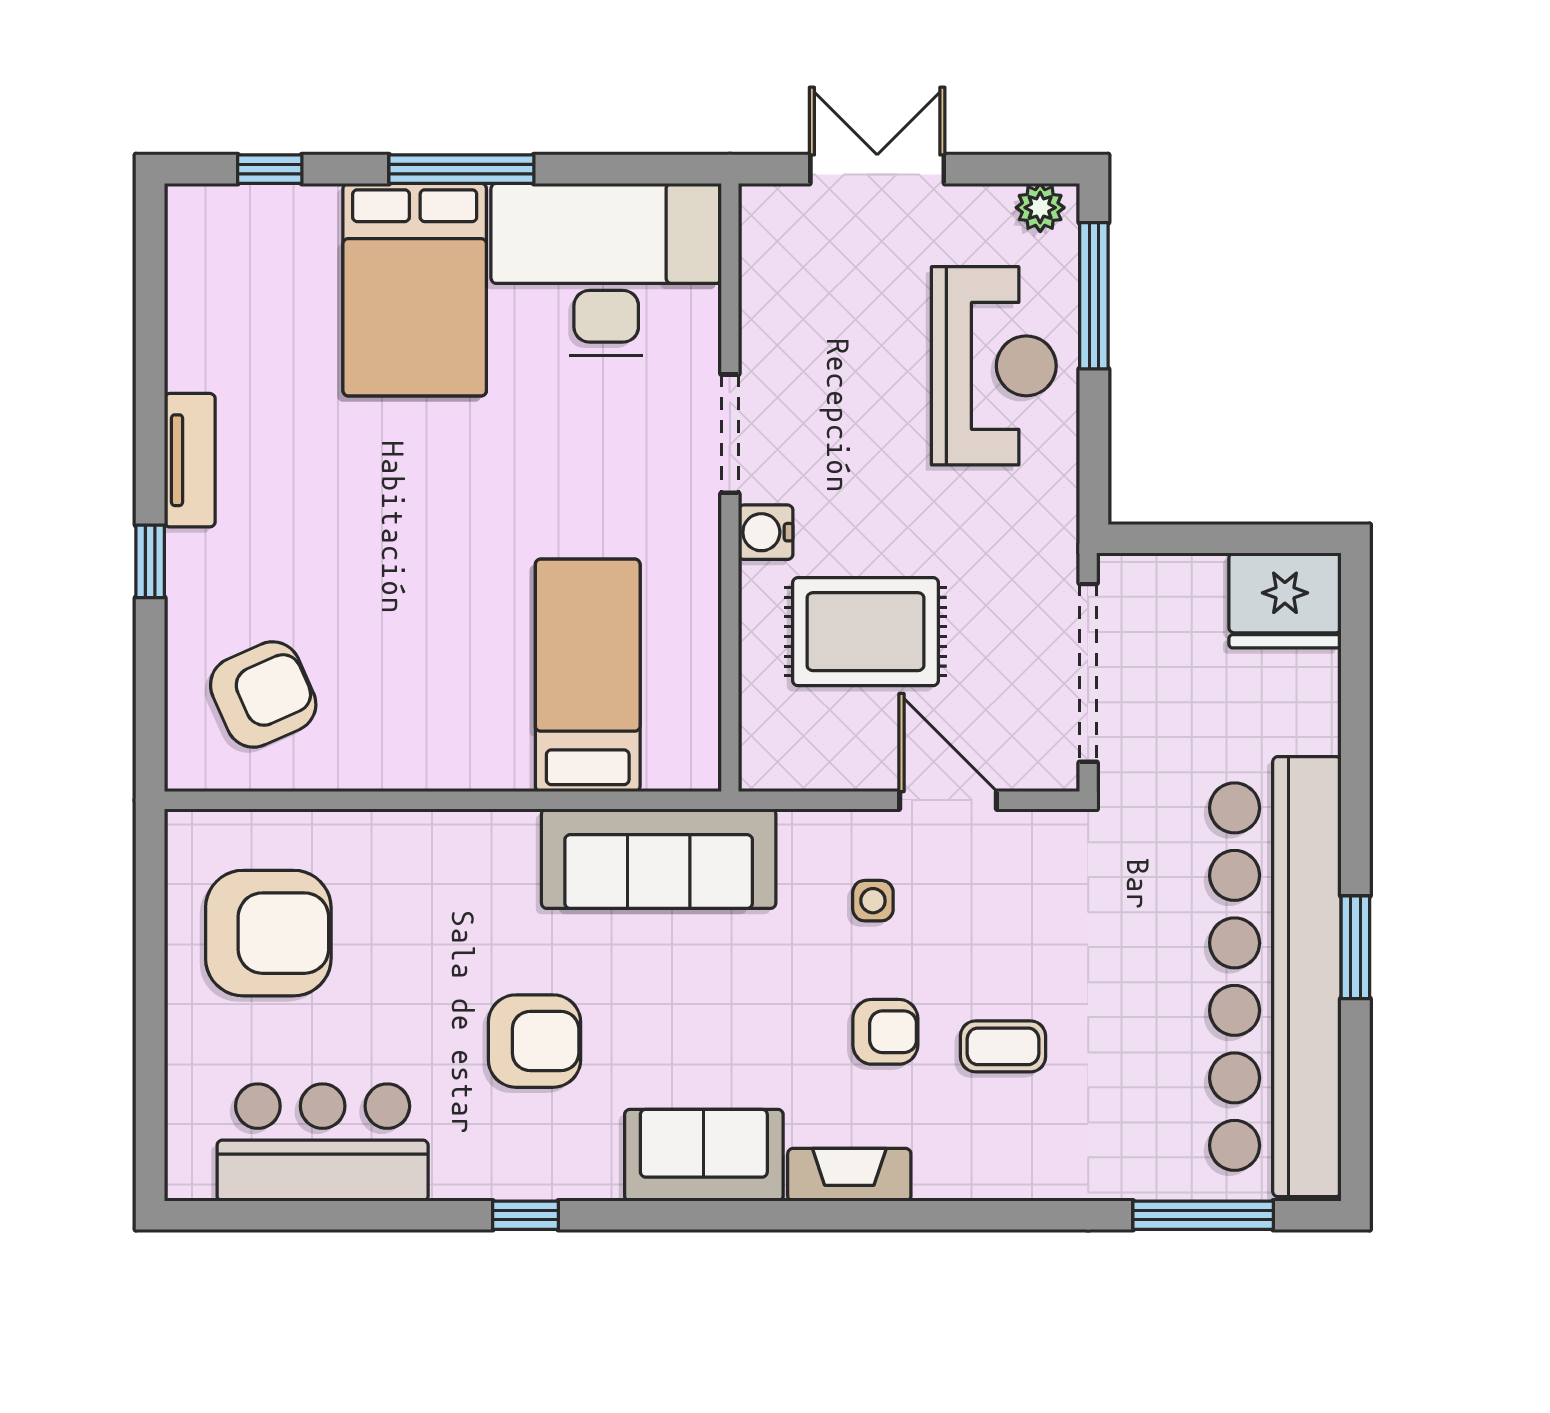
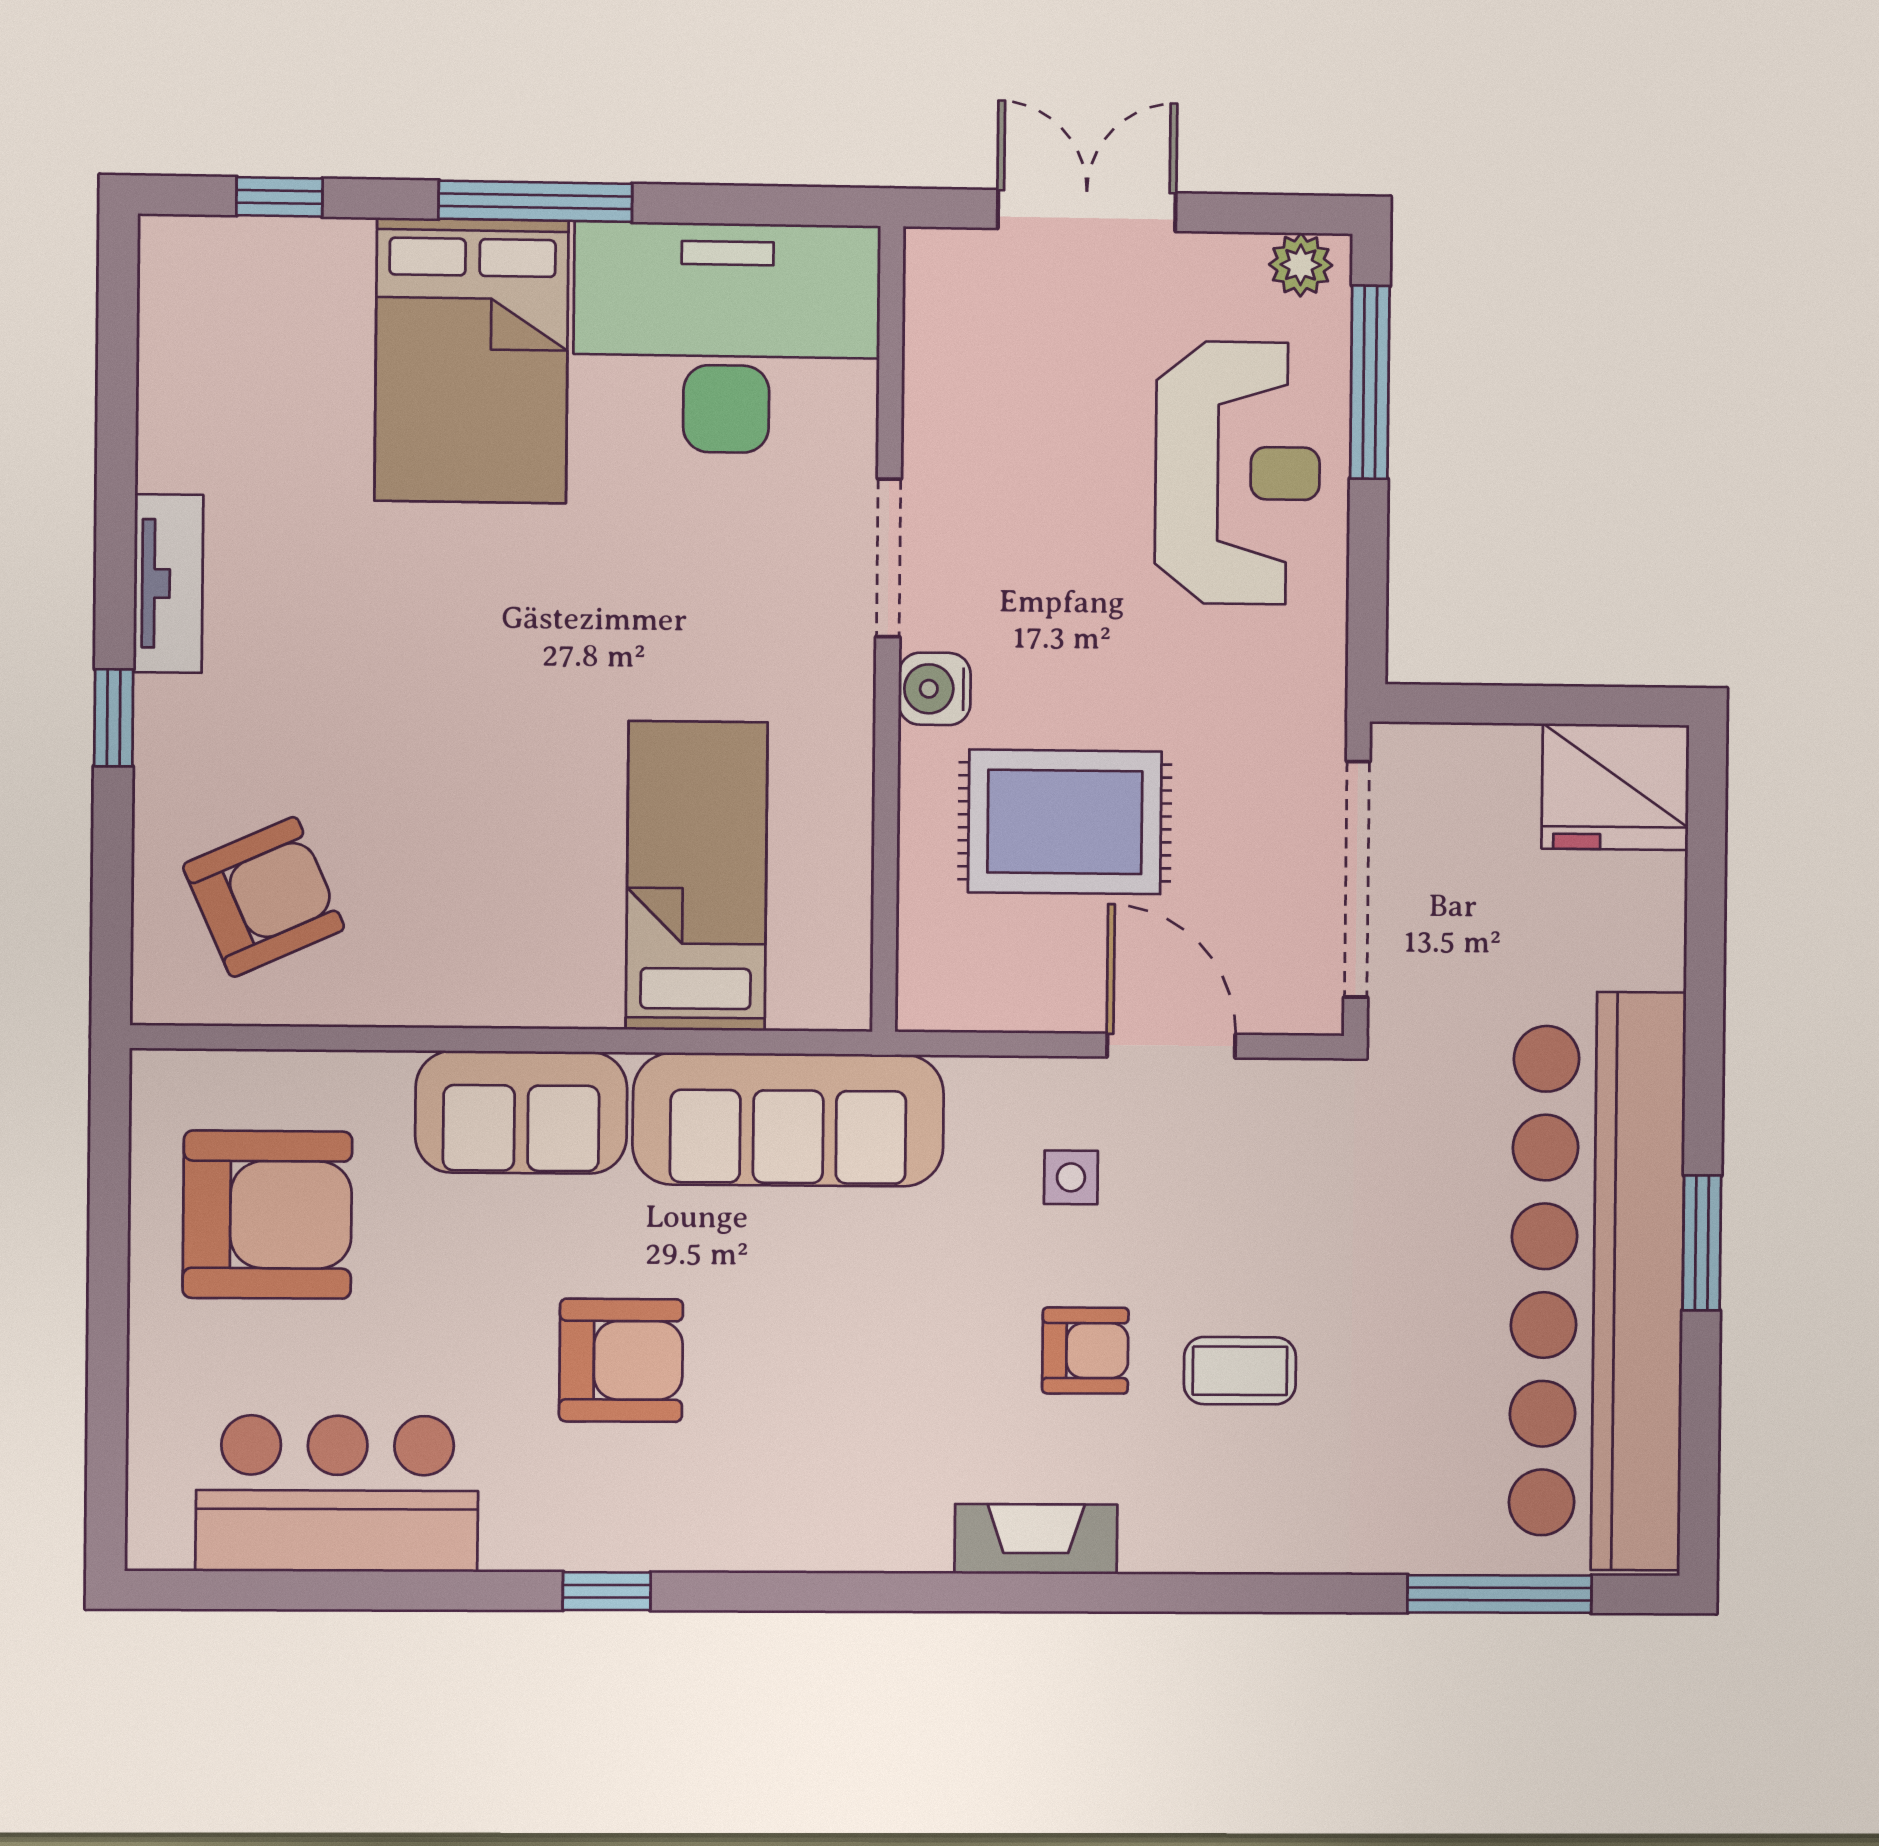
sofa: (704, 1155) -> (521, 1112), moved, turned 180

